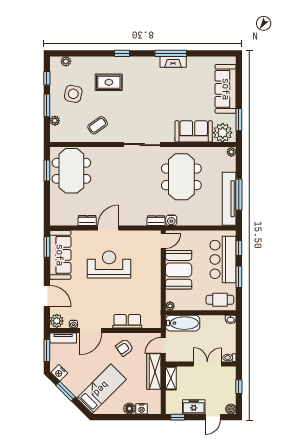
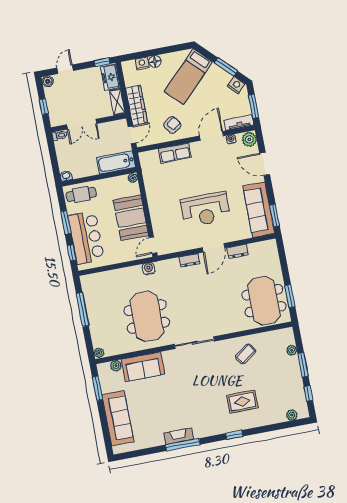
side table: (73, 94) -> (278, 382), removed
plant: (223, 133) -> (116, 366), width x0.53, depth x0.53
tv unit: (229, 199) -> (92, 303), removed
dresser: (156, 221) -> (189, 260), moved
freezer: (194, 407) -> (110, 77), moved, turned 90

